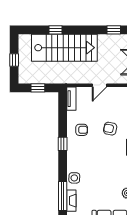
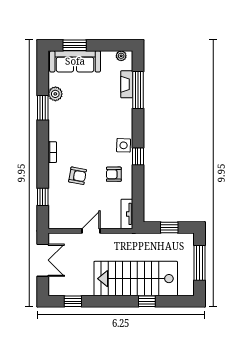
window: (14, 60) -> (200, 263), width x2.17
side table: (74, 178) -> (124, 145), moved

